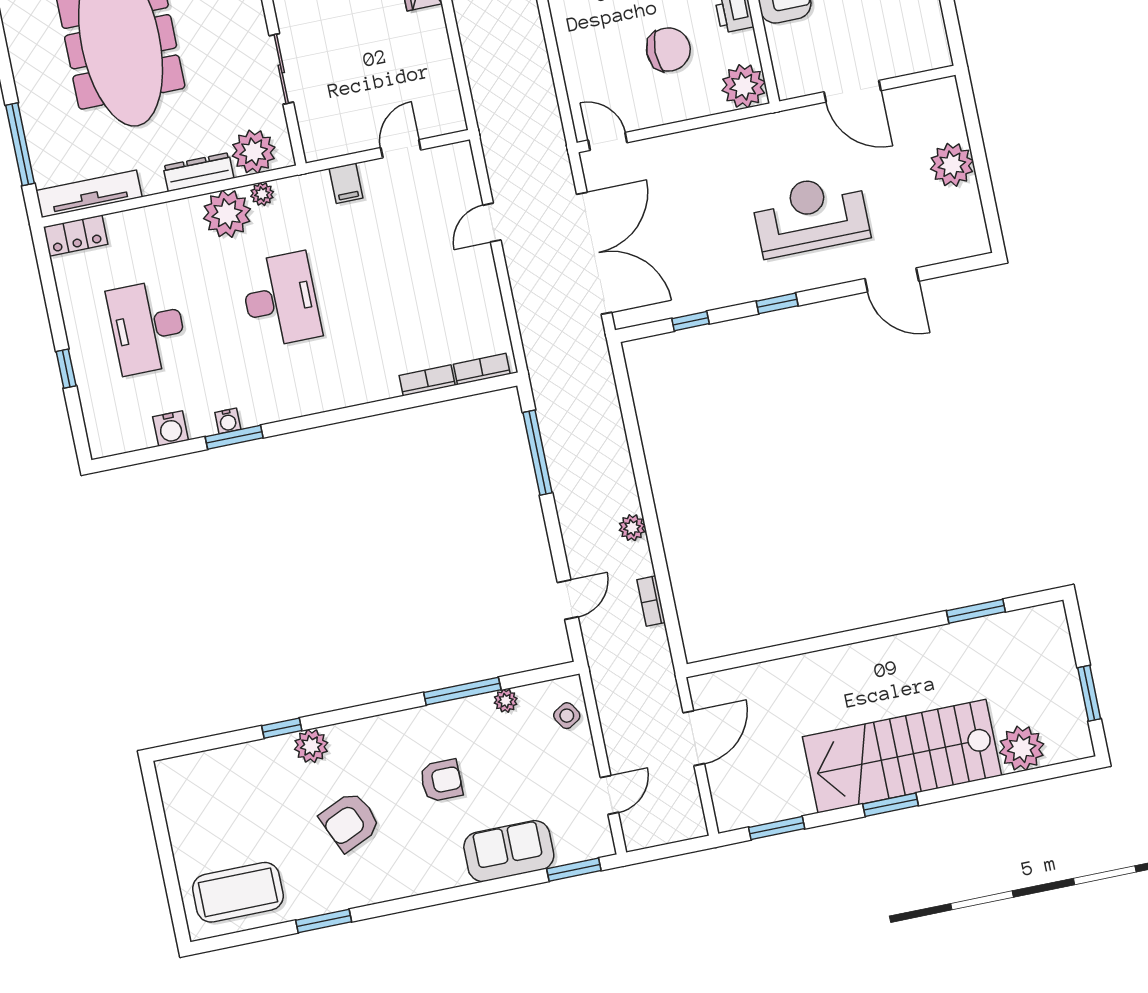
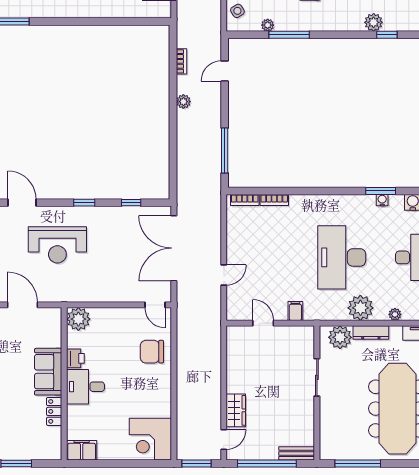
chair: (668, 50) -> (152, 352), moved
door: (401, 149) -> (263, 323), swing flipped
plant: (262, 194) -> (395, 314), moved
desk: (281, 300) -> (342, 257), width x1.36, depth x1.30

